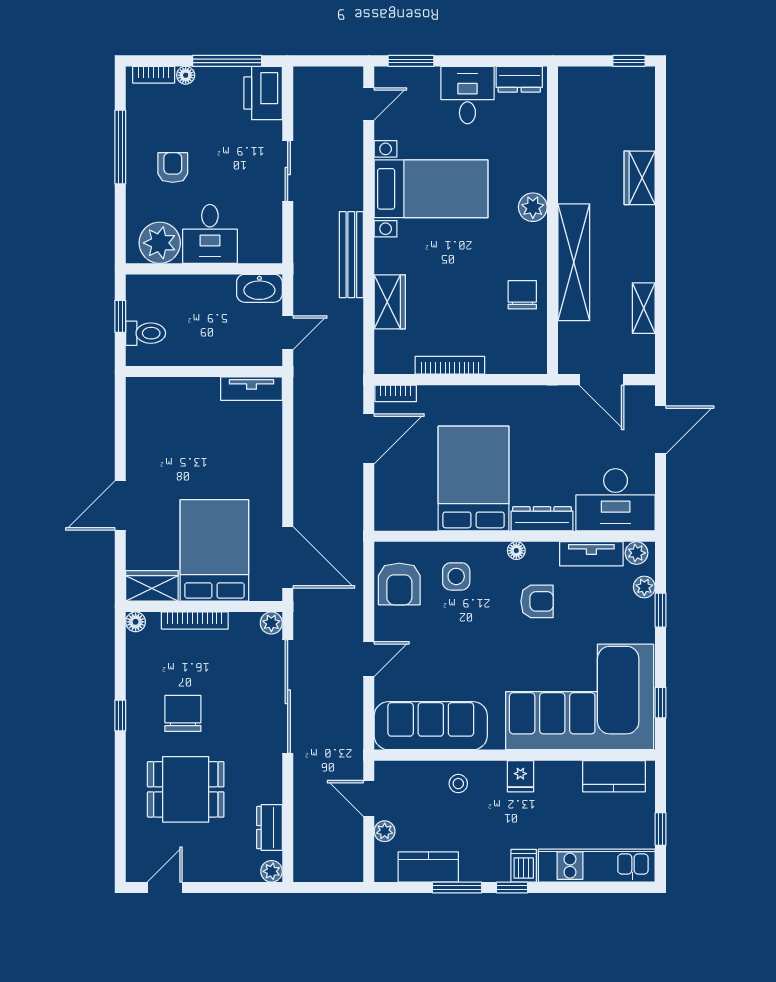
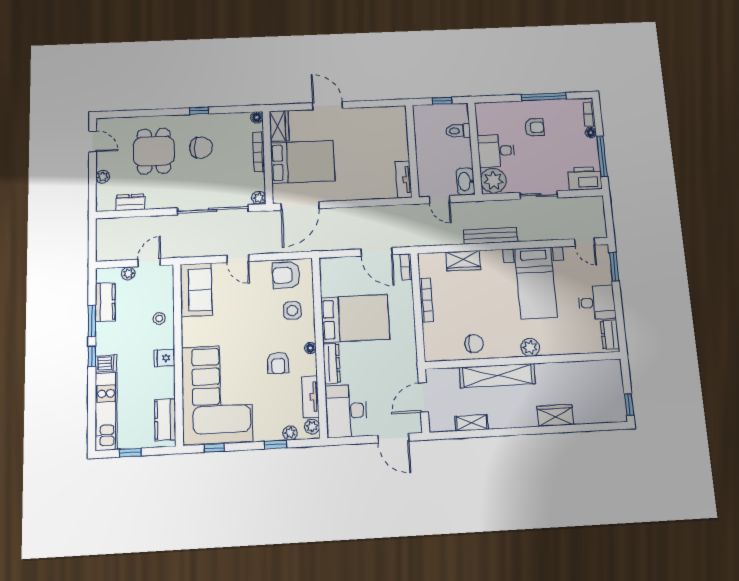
plant: (160, 243) -> (493, 181), moved
toilet: (146, 333) -> (458, 131), moved, turned 90
sofa: (431, 726) -> (196, 290), width x0.73
plant: (272, 871) -> (103, 177), moved

